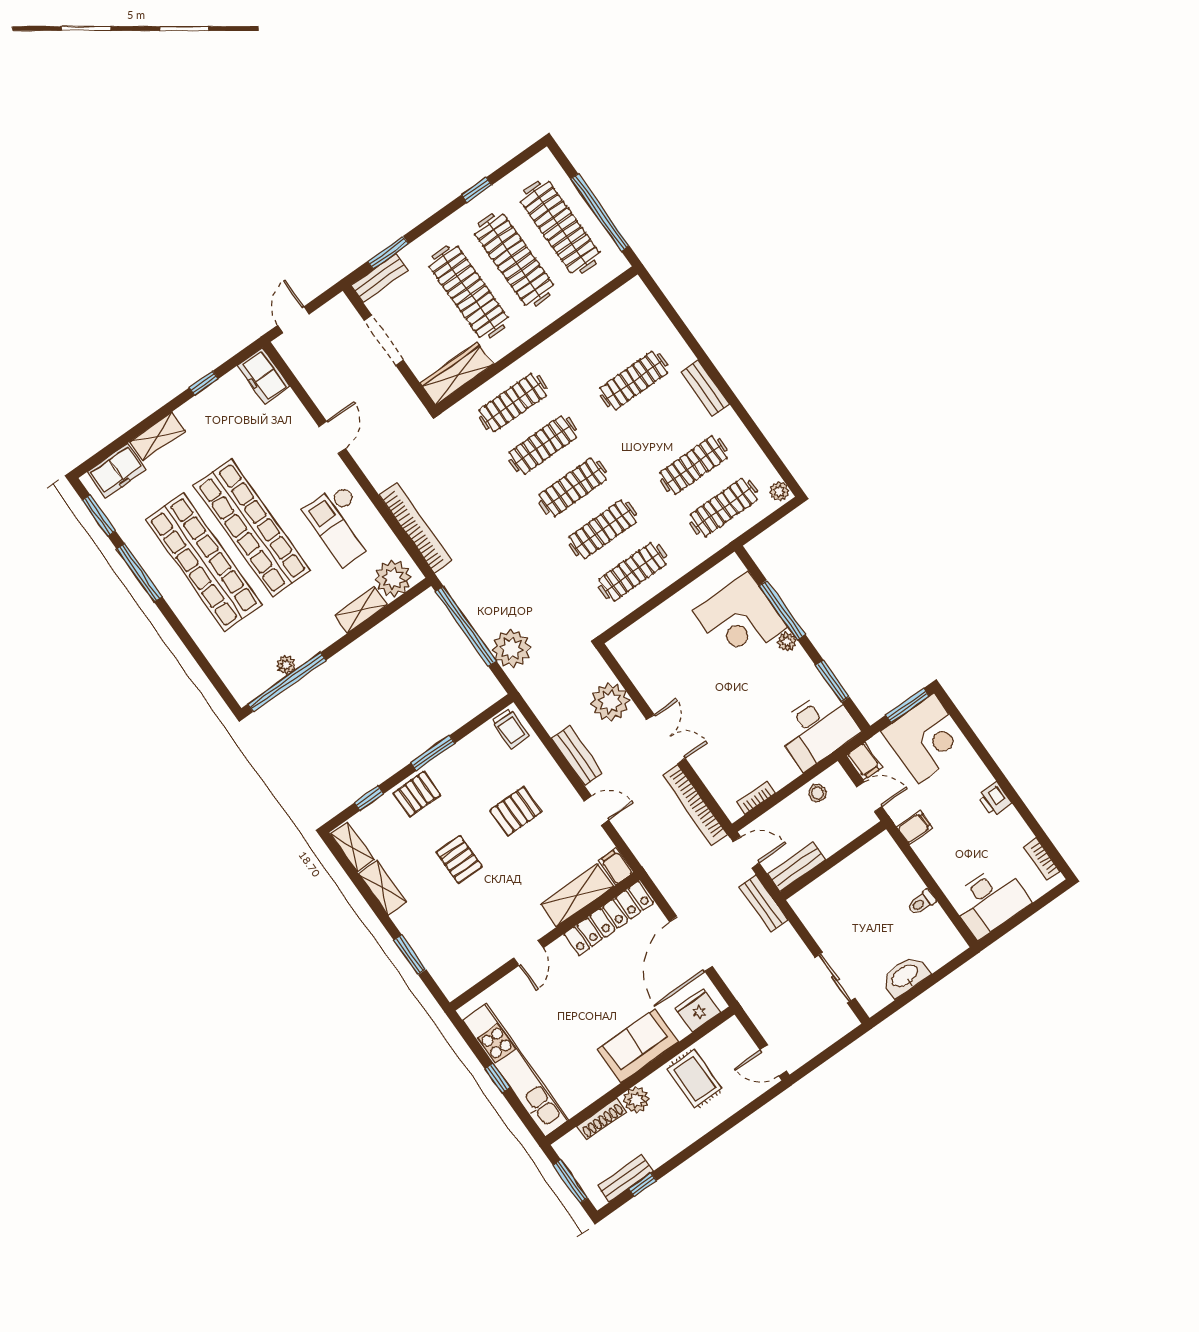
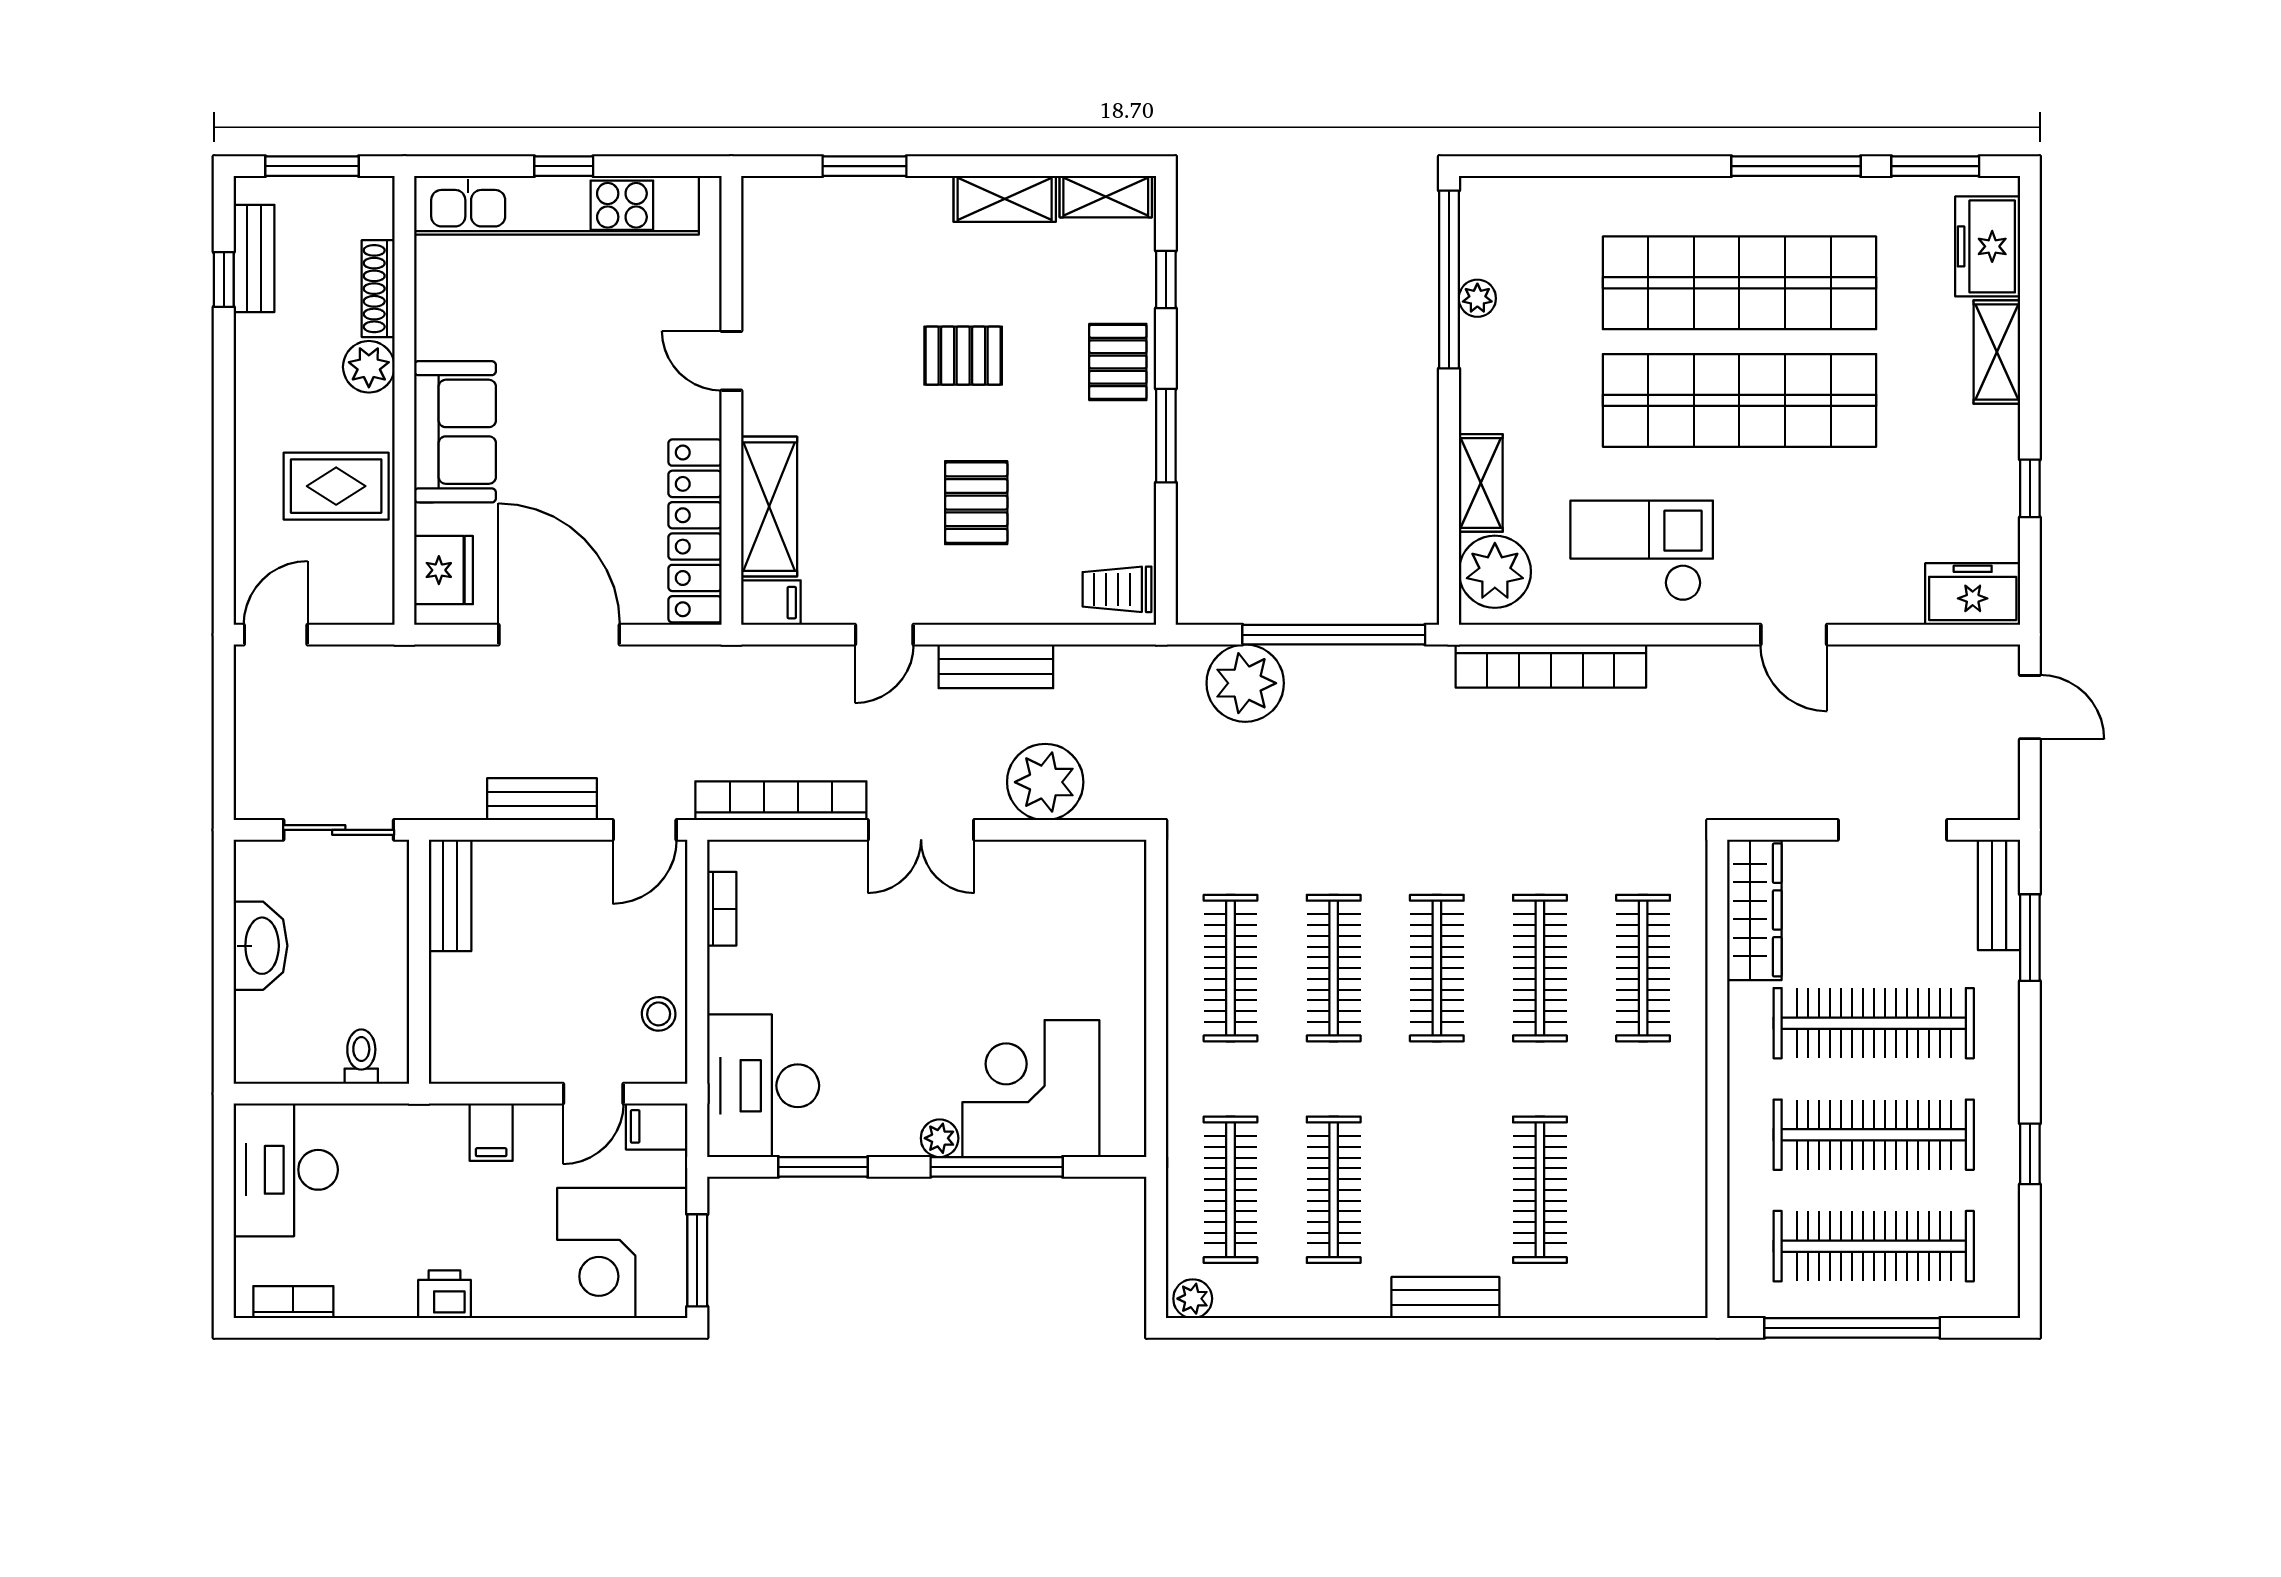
wall: (833, 860) -> (419, 962), moved
bench: (797, 867) -> (450, 895), moved

